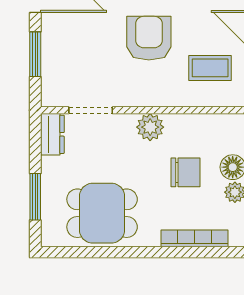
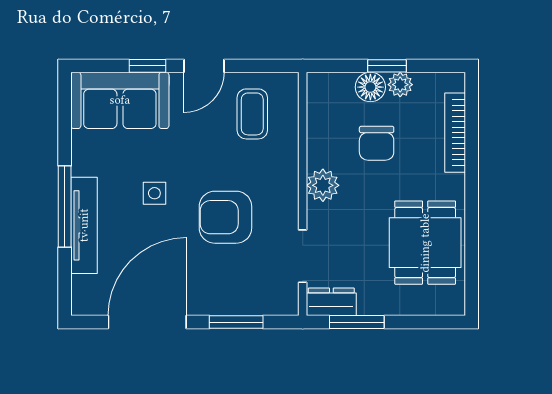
armchair: (149, 38) -> (225, 217), moved
chair: (186, 172) -> (377, 143), turned 180
window: (35, 197) -> (357, 322), moved

